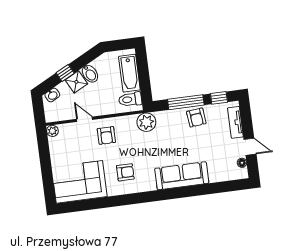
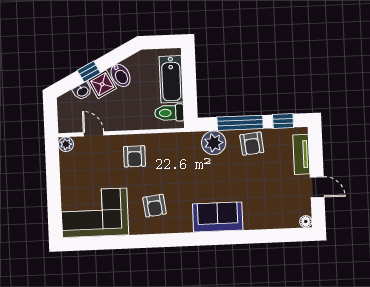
washbasin: (52, 95) -> (82, 91), moved
door: (84, 119) -> (94, 134), moved
plant: (146, 122) -> (214, 143), moved
floor lamp: (242, 163) -> (306, 221), moved
armchair: (125, 172) -> (155, 206), turned 83
sofa: (182, 176) -> (218, 217), width x0.73

